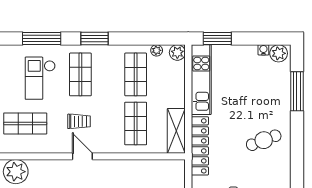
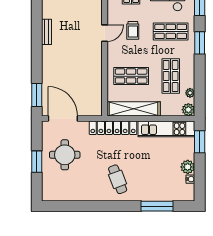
plant: (279, 53) -> (188, 167), moved
shop shelf: (136, 74) -> (171, 76), turned 90
shelving: (176, 131) -> (134, 109), width x1.47

